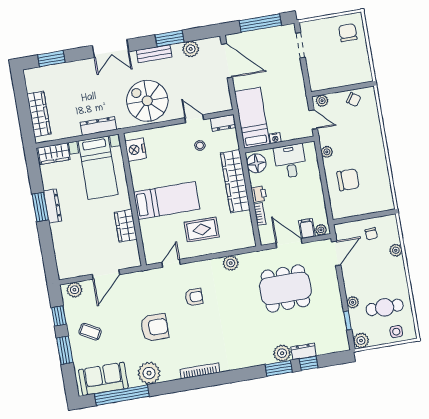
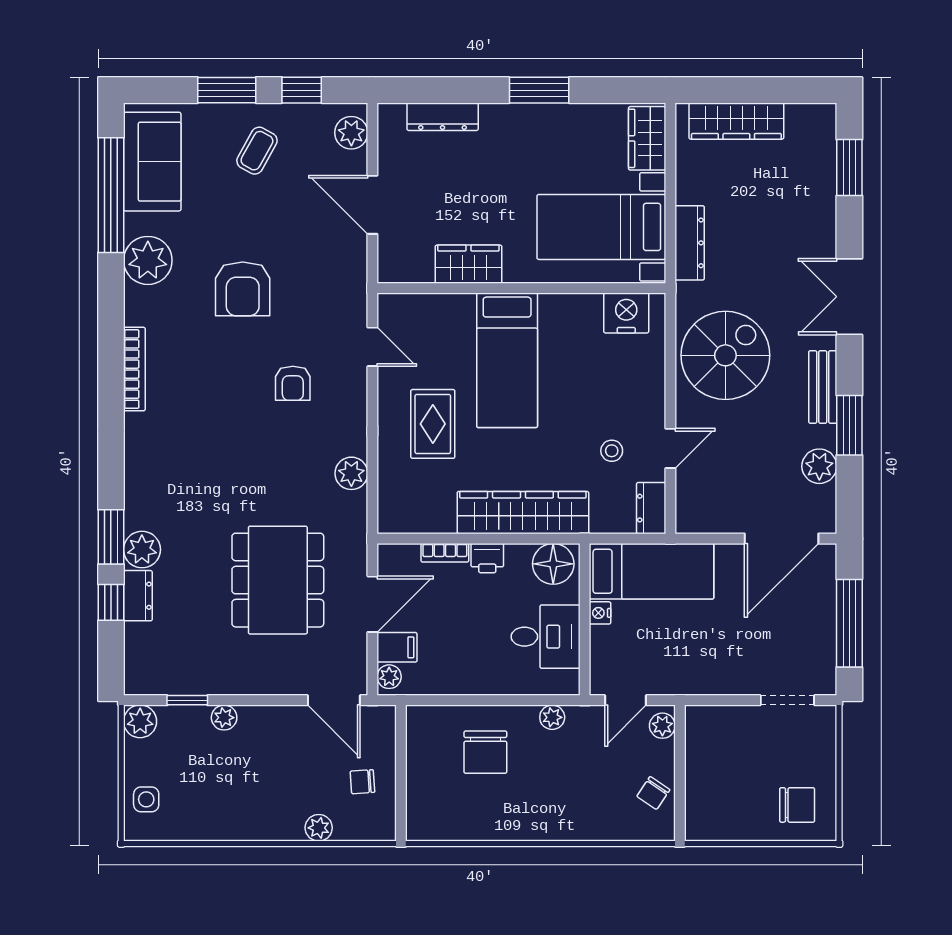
dresser: (53, 206) -> (443, 117), moved
cafe table: (385, 307) -> (202, 783), removed

